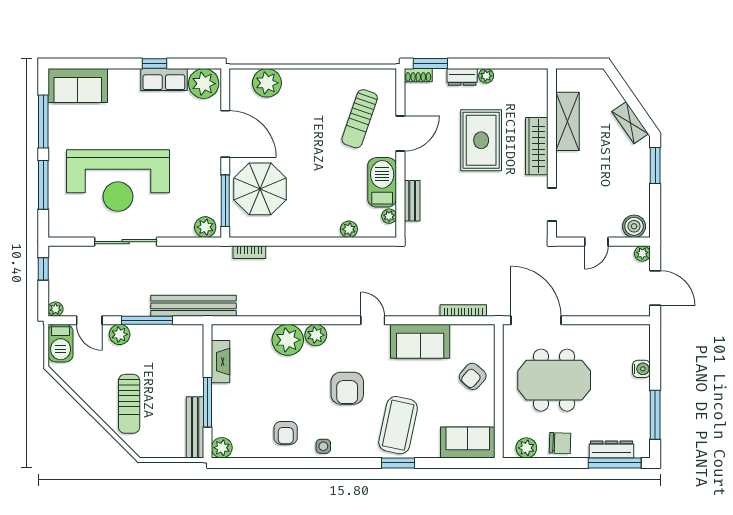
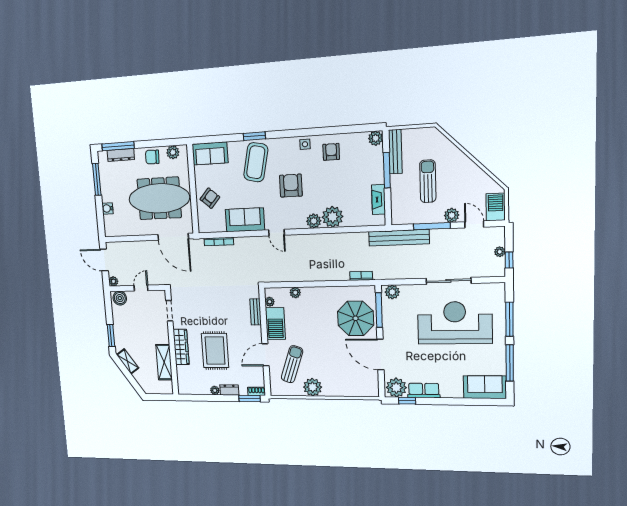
window: (155, 64) -> (407, 401), moved
plant: (267, 83) -> (313, 387), moved
plant: (56, 309) -> (500, 252), moved
meeting table: (554, 380) -> (159, 198), width x1.36
sun lounger: (129, 404) -> (428, 181), moved

